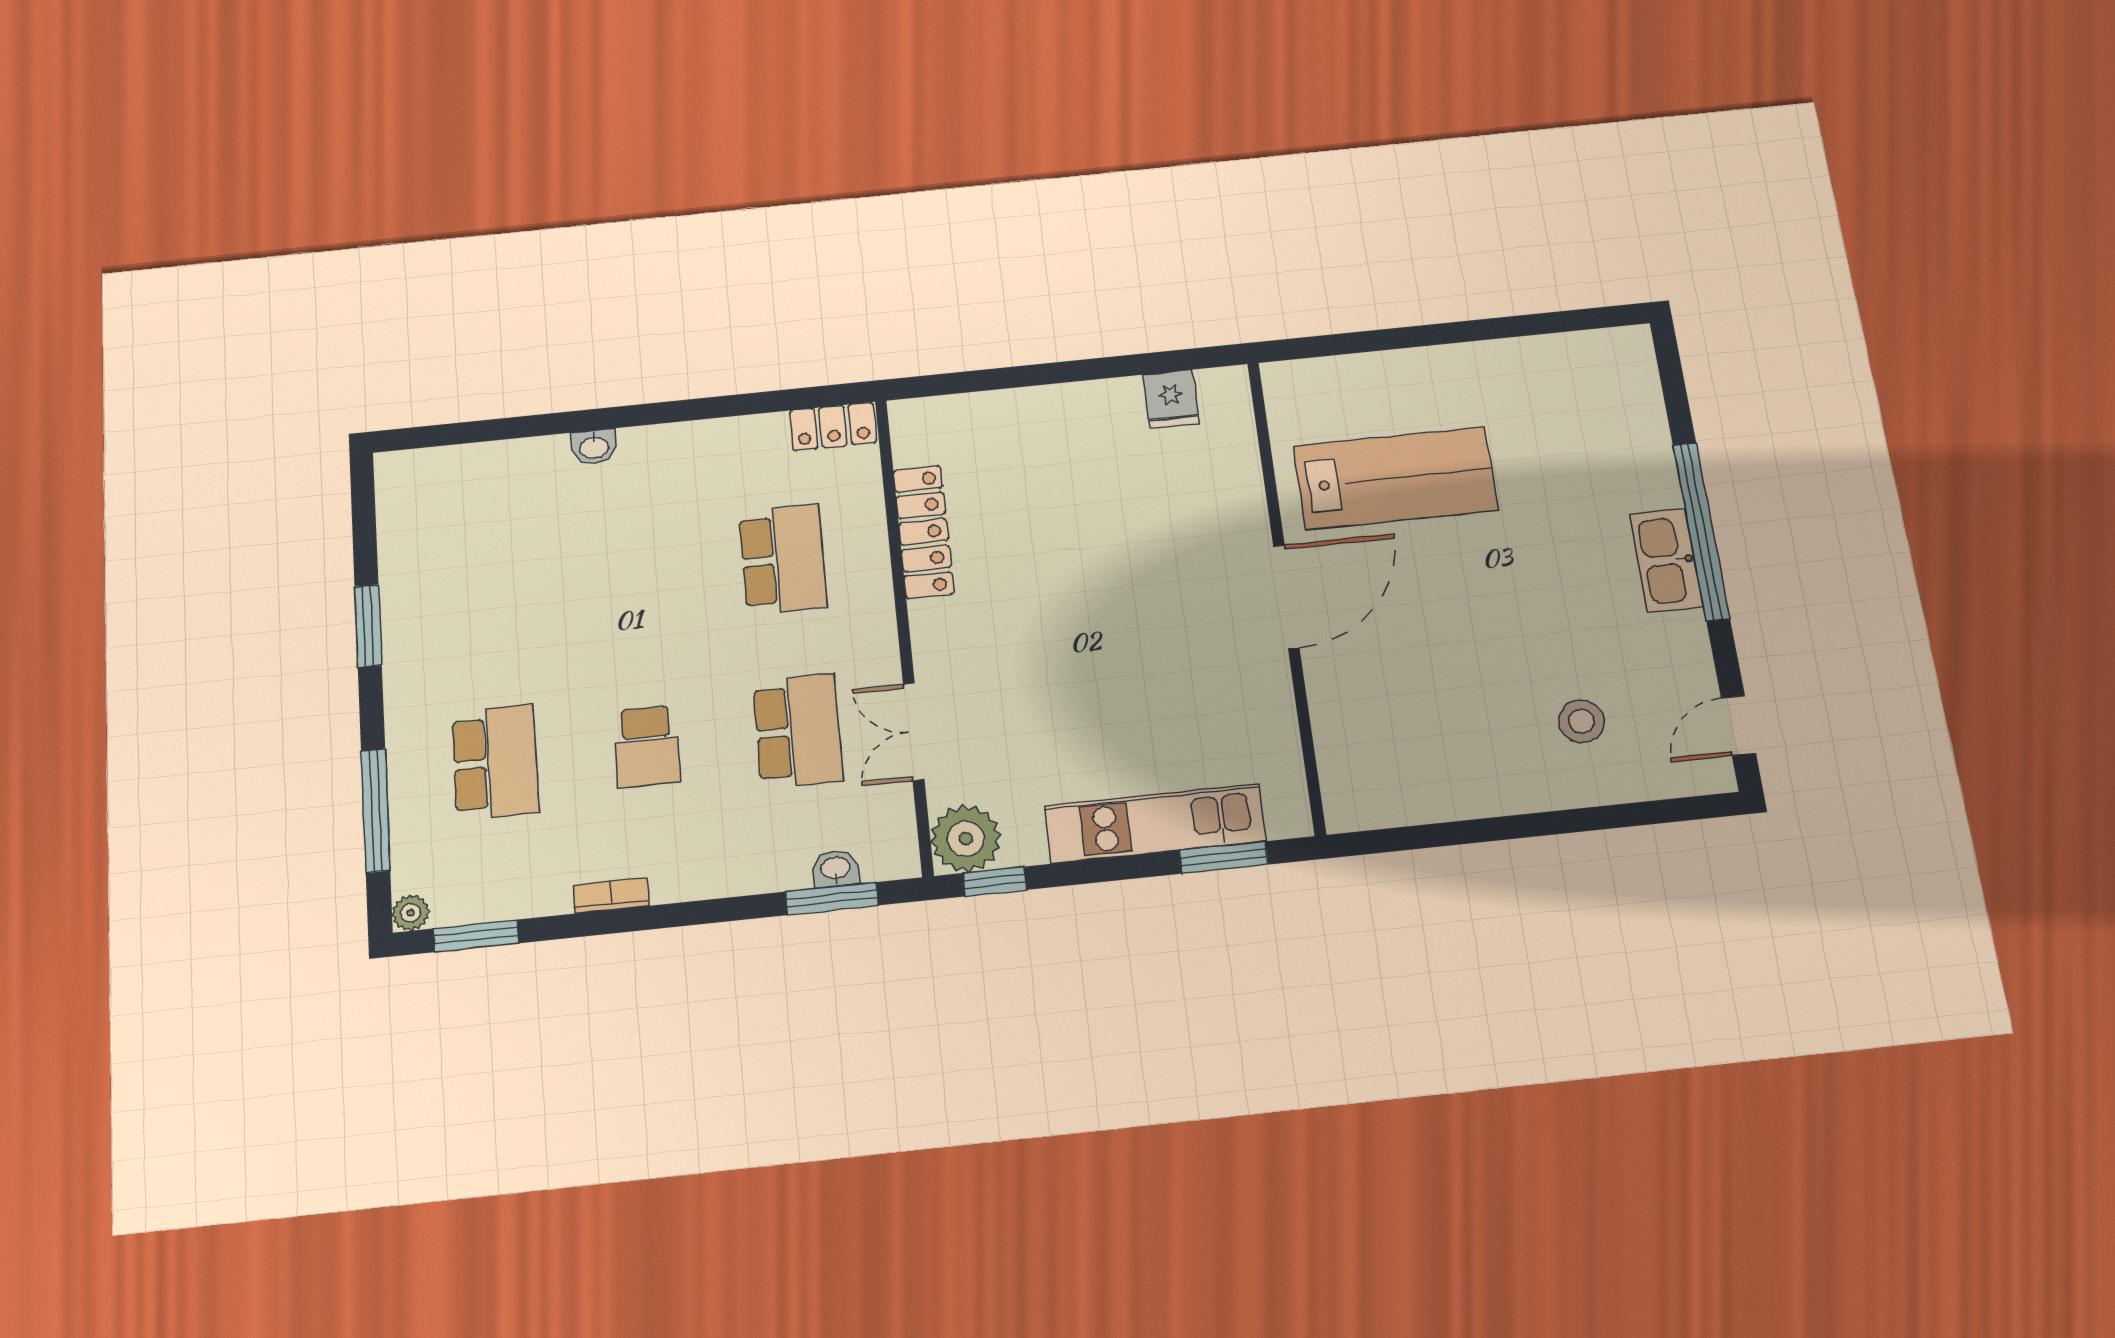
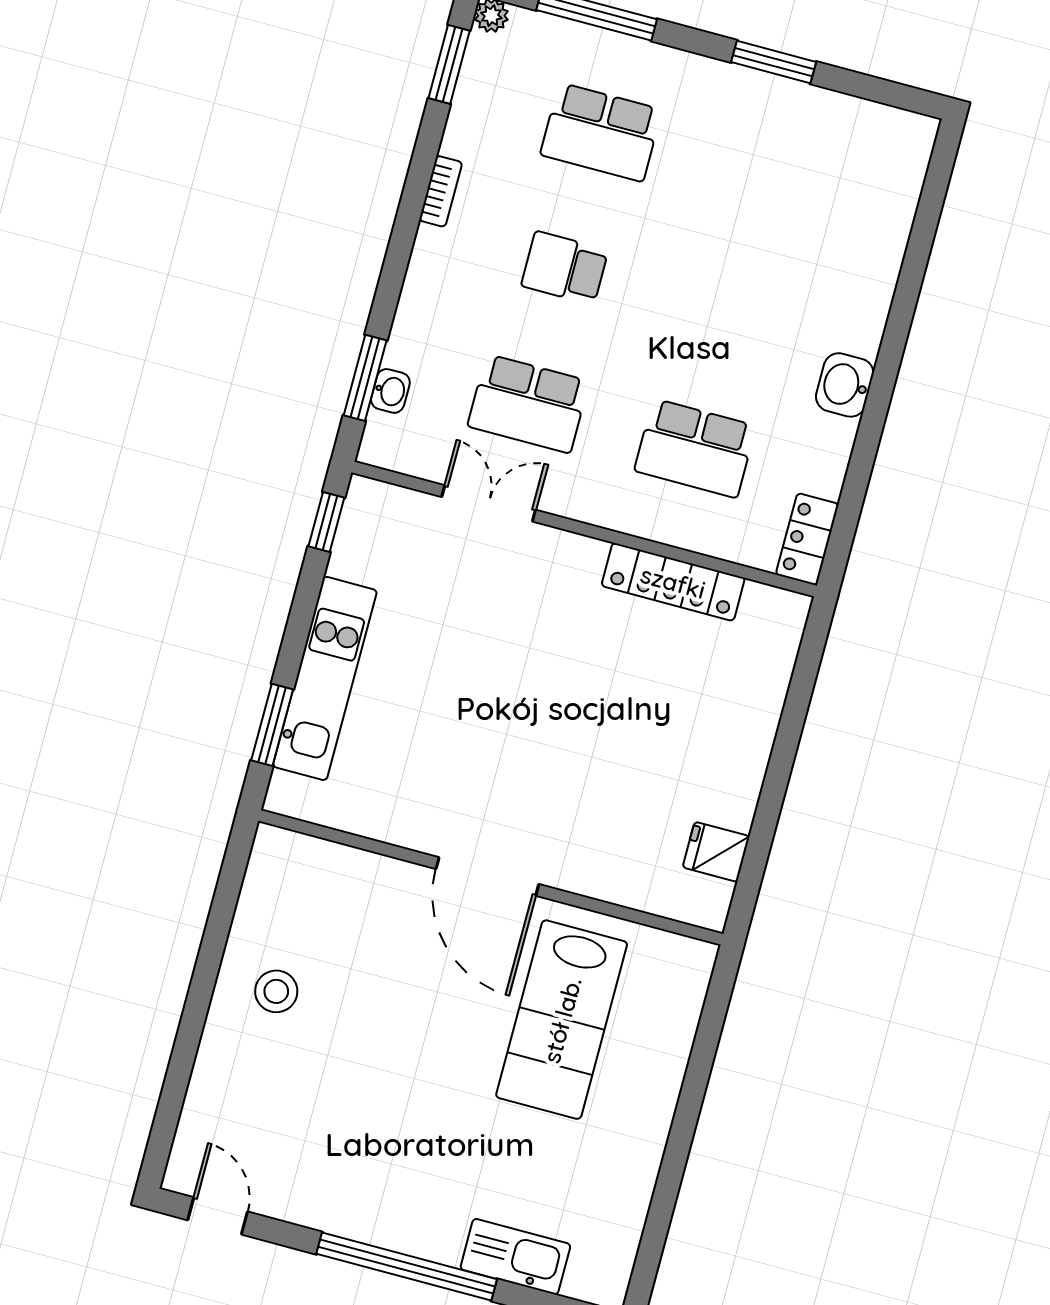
washbasin: (594, 447) -> (845, 385), moved, width x1.38, depth x1.45
kitchen sink: (1666, 560) -> (515, 1257), moved
stool: (1581, 721) -> (276, 991), moved
plant: (966, 839) -> (374, 512), removed

